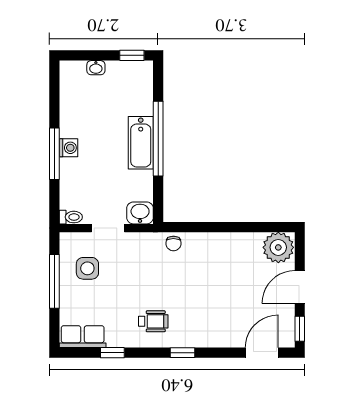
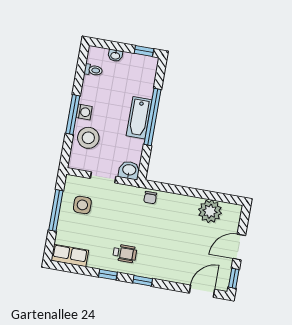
stool: (80, 180) -> (88, 138), added
toilet: (71, 217) -> (93, 70), moved
plant: (278, 247) -> (210, 211), moved
window: (112, 353) -> (108, 275), moved

